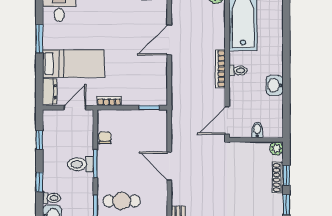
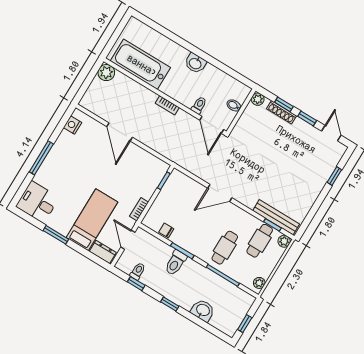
bookcase: (220, 69) -> (167, 105), width x0.64
toilet: (238, 70) -> (199, 105), moved
washbasin: (275, 85) -> (195, 63), moved
toilet: (51, 198) -> (138, 271), moved

